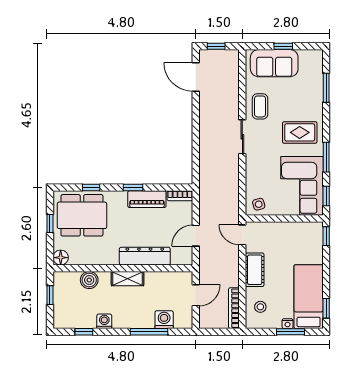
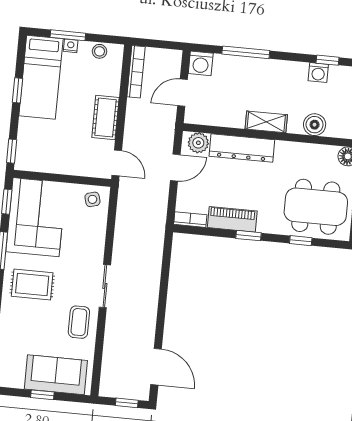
plant: (179, 257) -> (198, 143), added
stool: (260, 307) -> (100, 51), moved
window: (326, 308) -> (17, 90), moved
washing machine: (164, 320) -> (201, 63), moved
washing machine: (104, 321) -> (318, 73), moved

